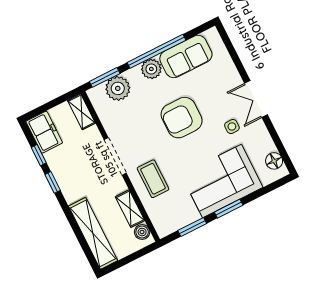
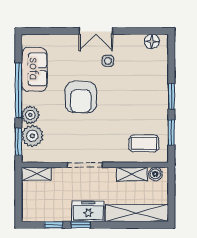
plant: (151, 69) -> (30, 115), moved
freezer: (44, 132) -> (88, 211), moved
coffee table: (153, 179) -> (144, 143), moved
corner sofa: (222, 181) -> (147, 91), removed

